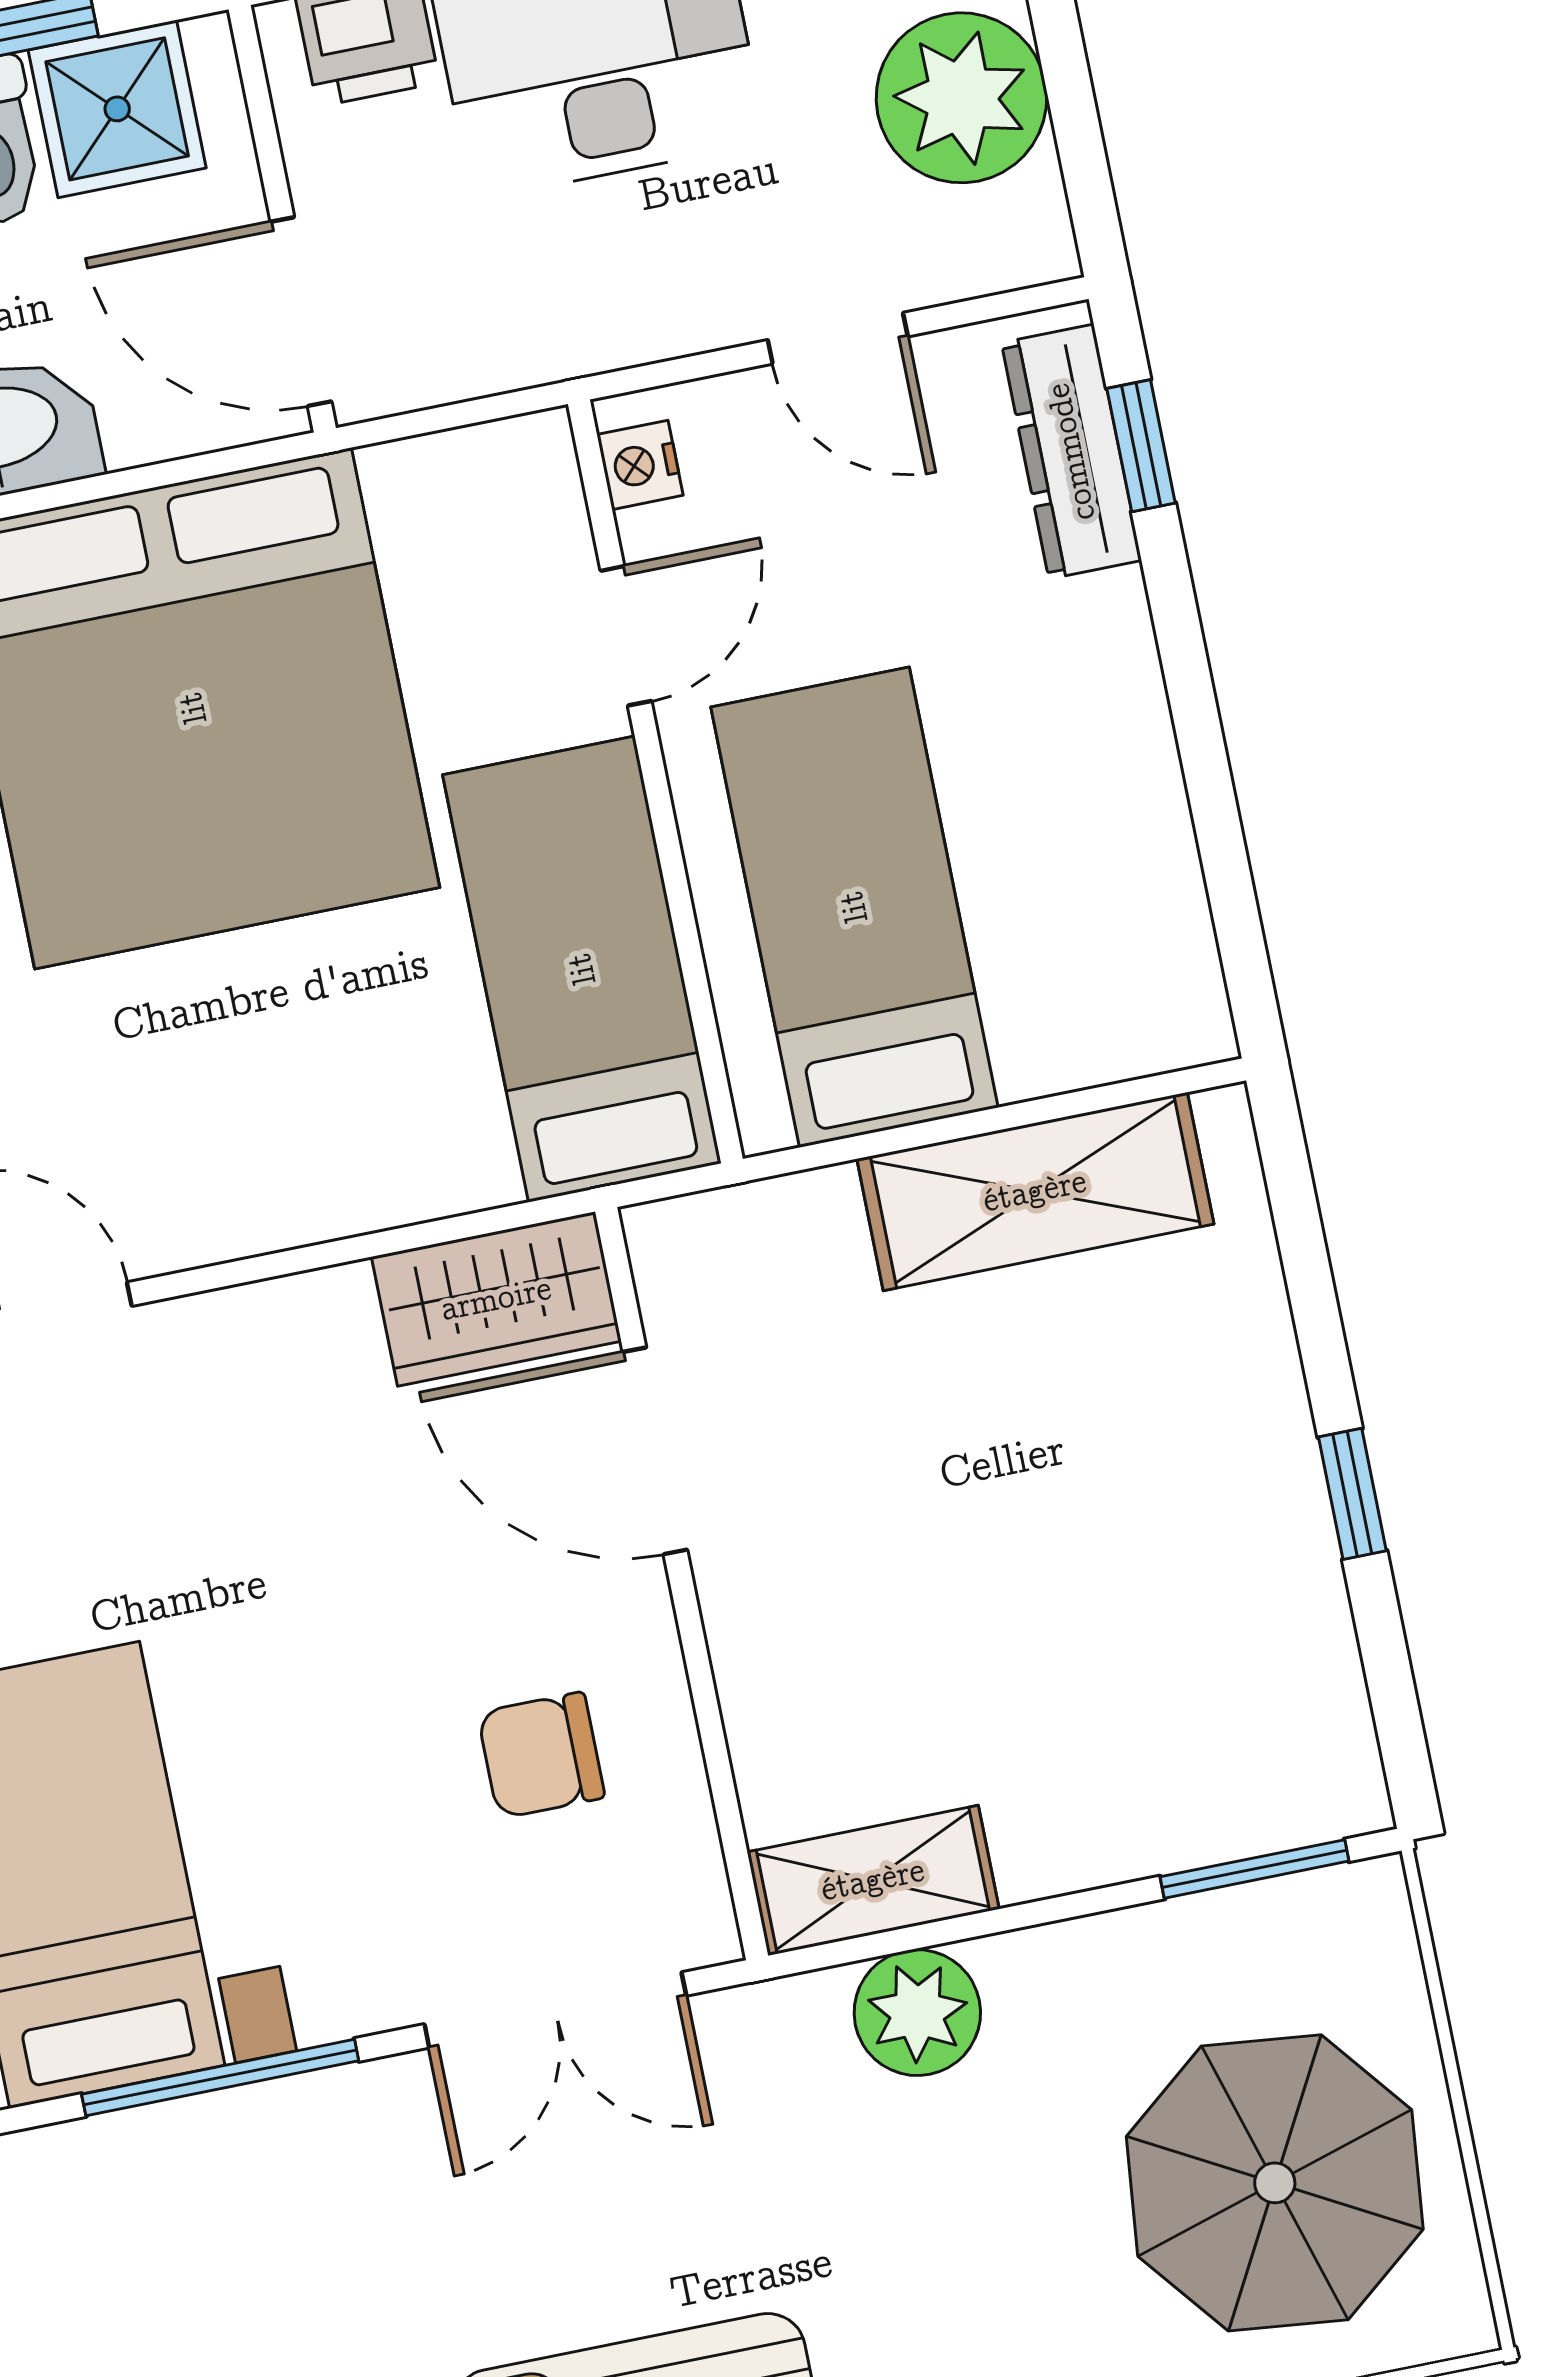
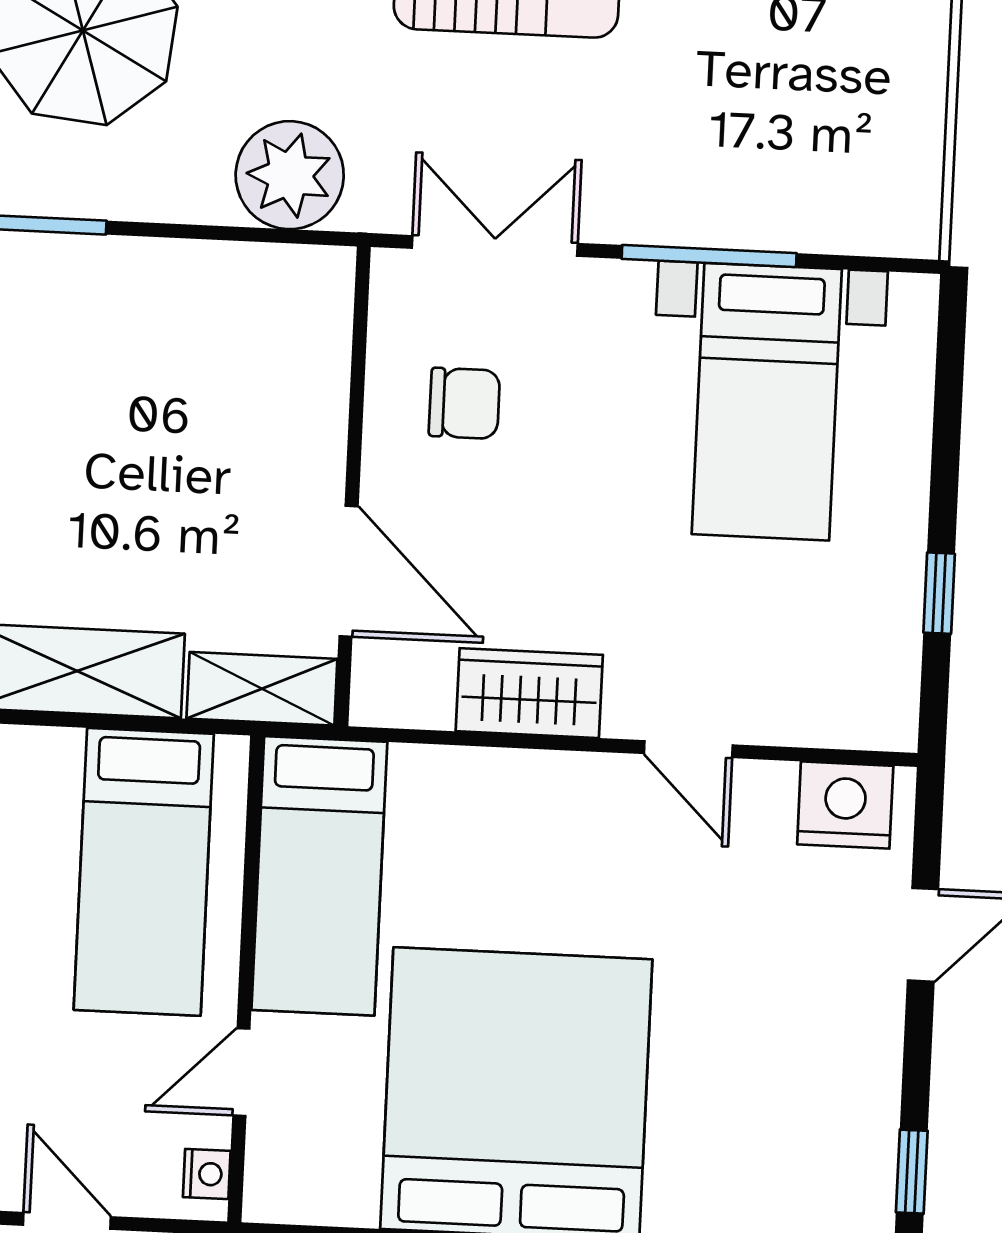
wardrobe: (496, 1299) -> (529, 693), moved
shelving: (873, 1880) -> (262, 689), moved
plant: (917, 2013) -> (290, 175), width x1.36, depth x1.36

